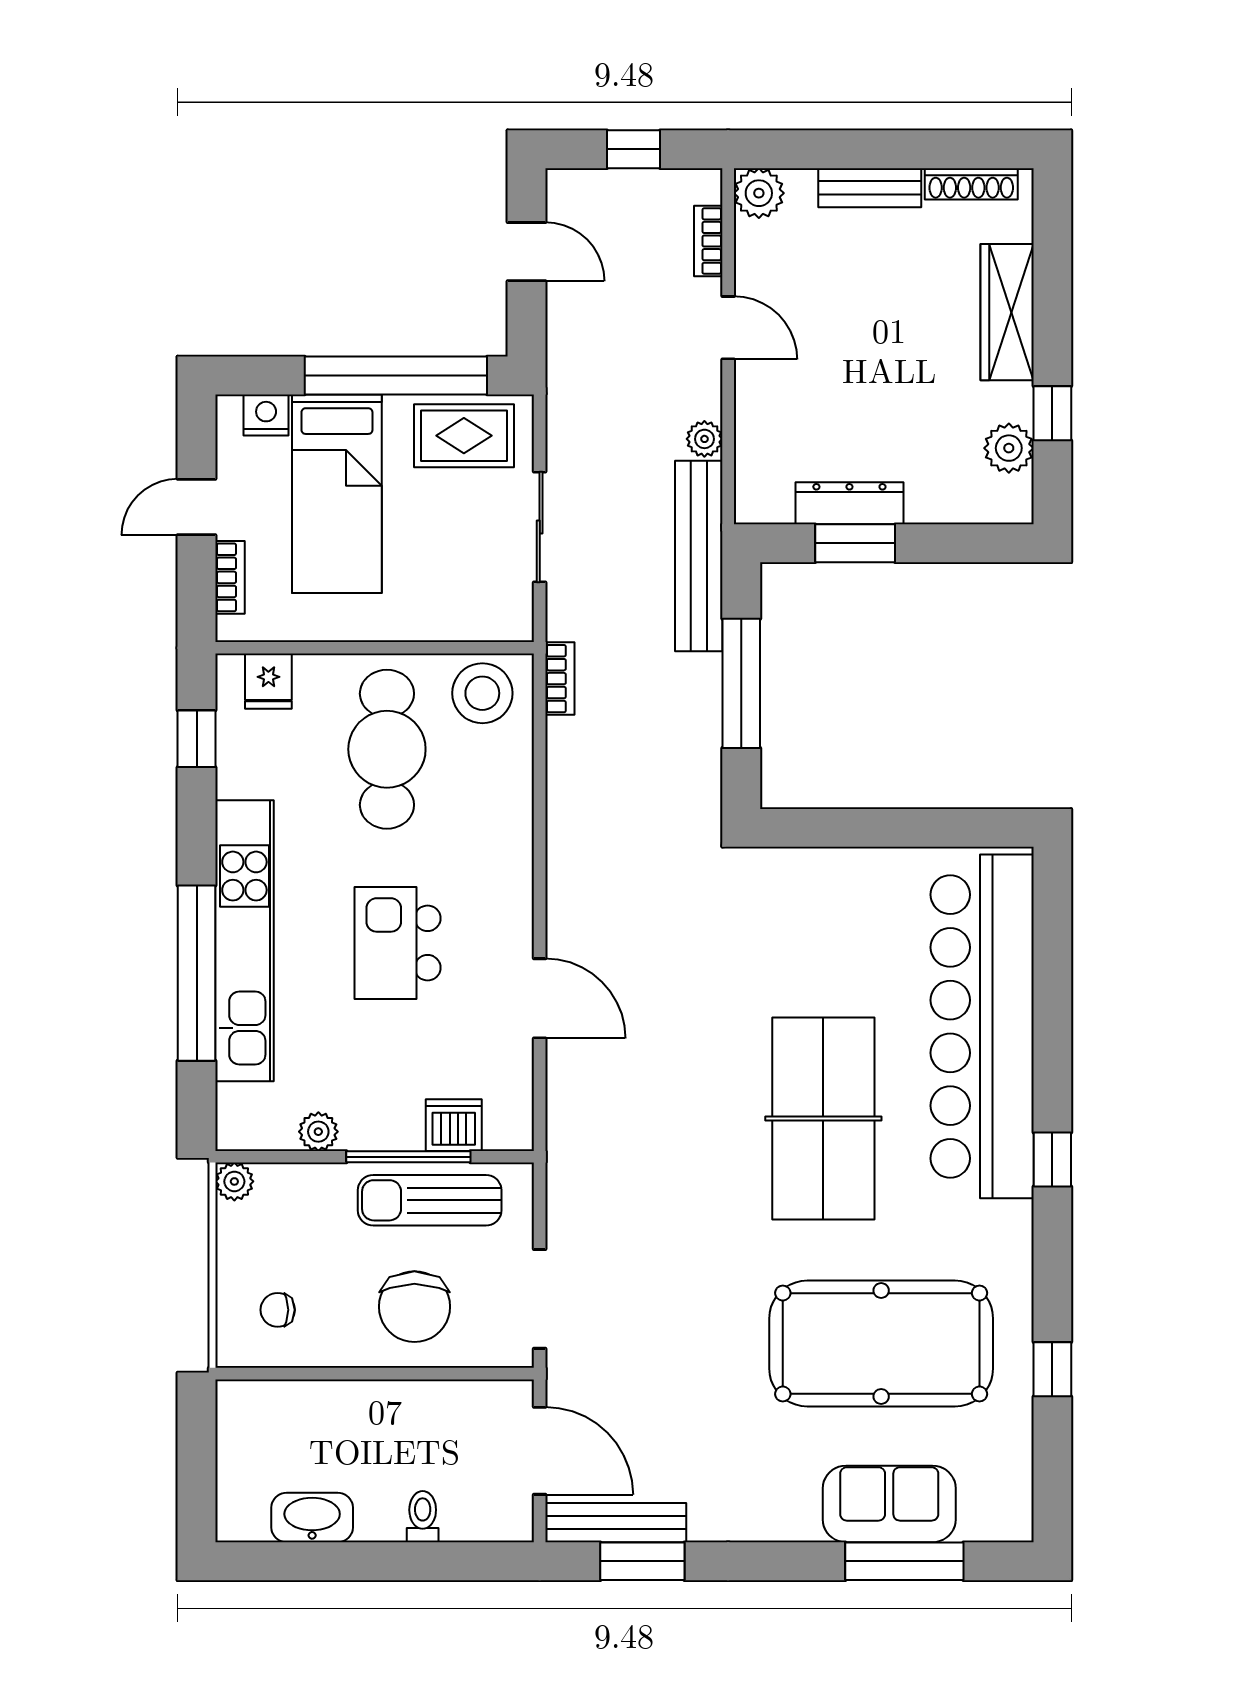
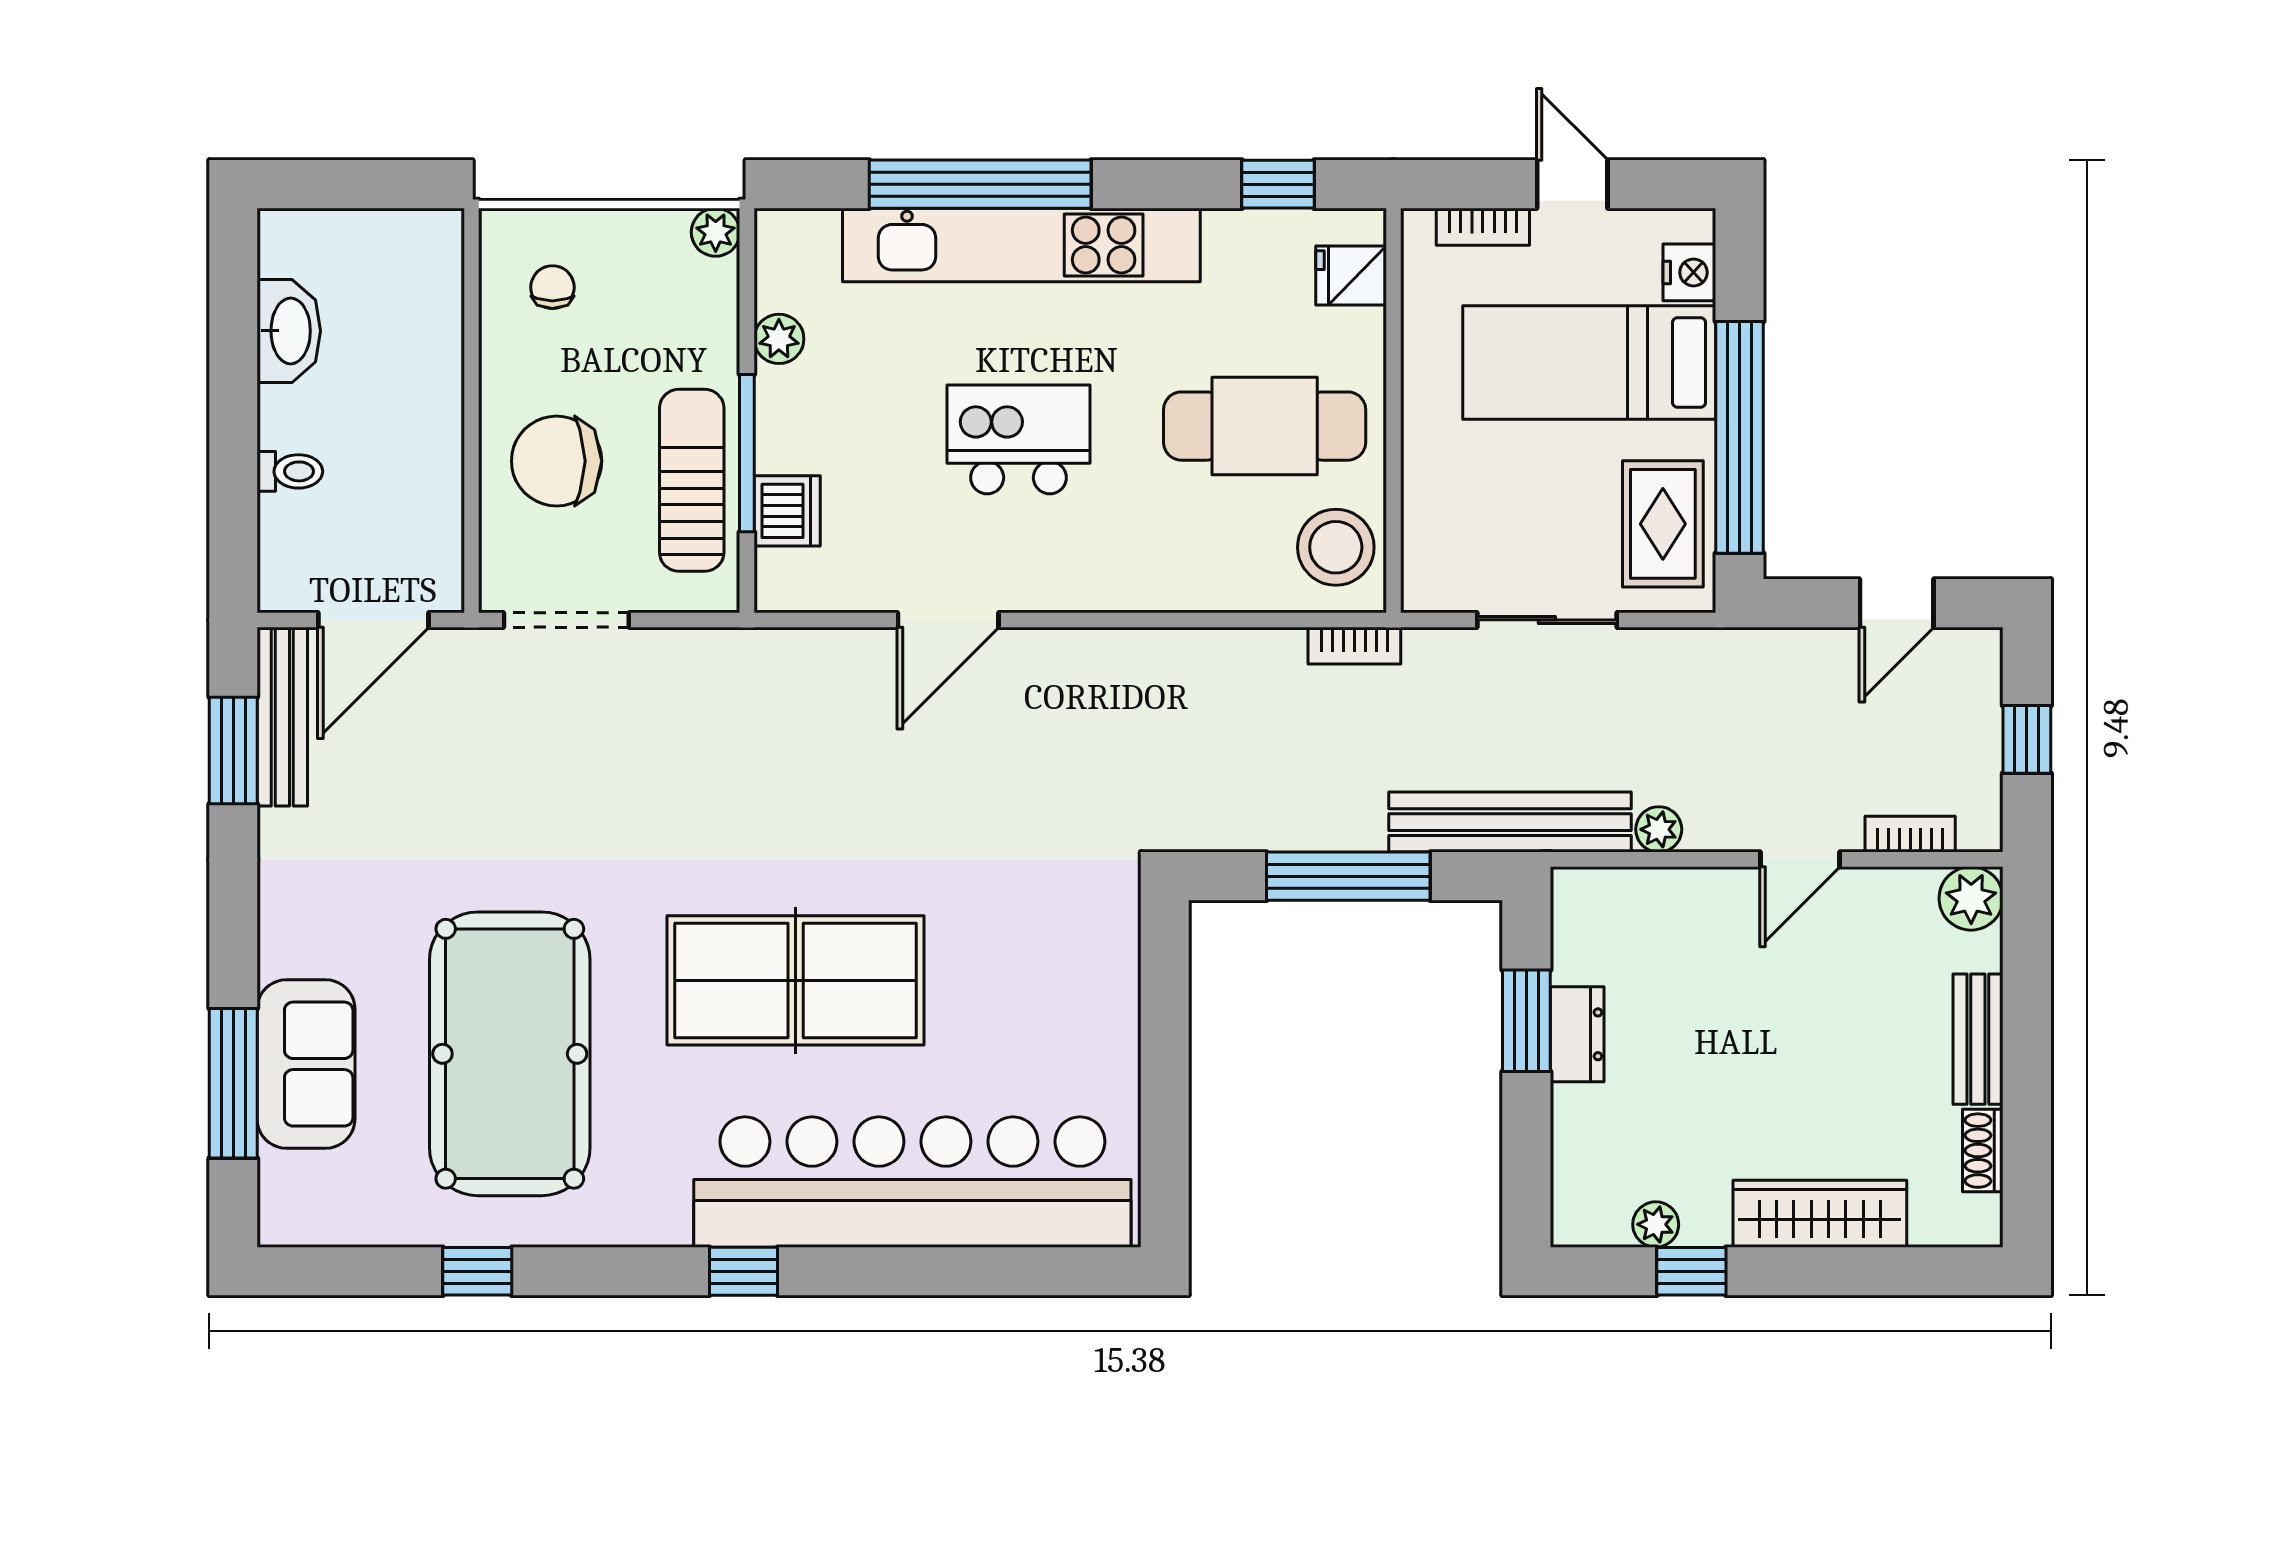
shoe rack: (971, 184) -> (1983, 1151), width x0.70
plant: (1009, 448) -> (1656, 1224), width x0.73, depth x0.73
dresser: (849, 503) -> (1577, 1034), width x0.70

